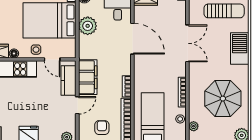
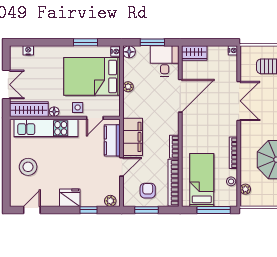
plant: (88, 26) -> (128, 87), width x0.53, depth x0.53
door: (132, 39) -> (180, 96), hinge flipped
door: (52, 59) -> (95, 118), hinge flipped

